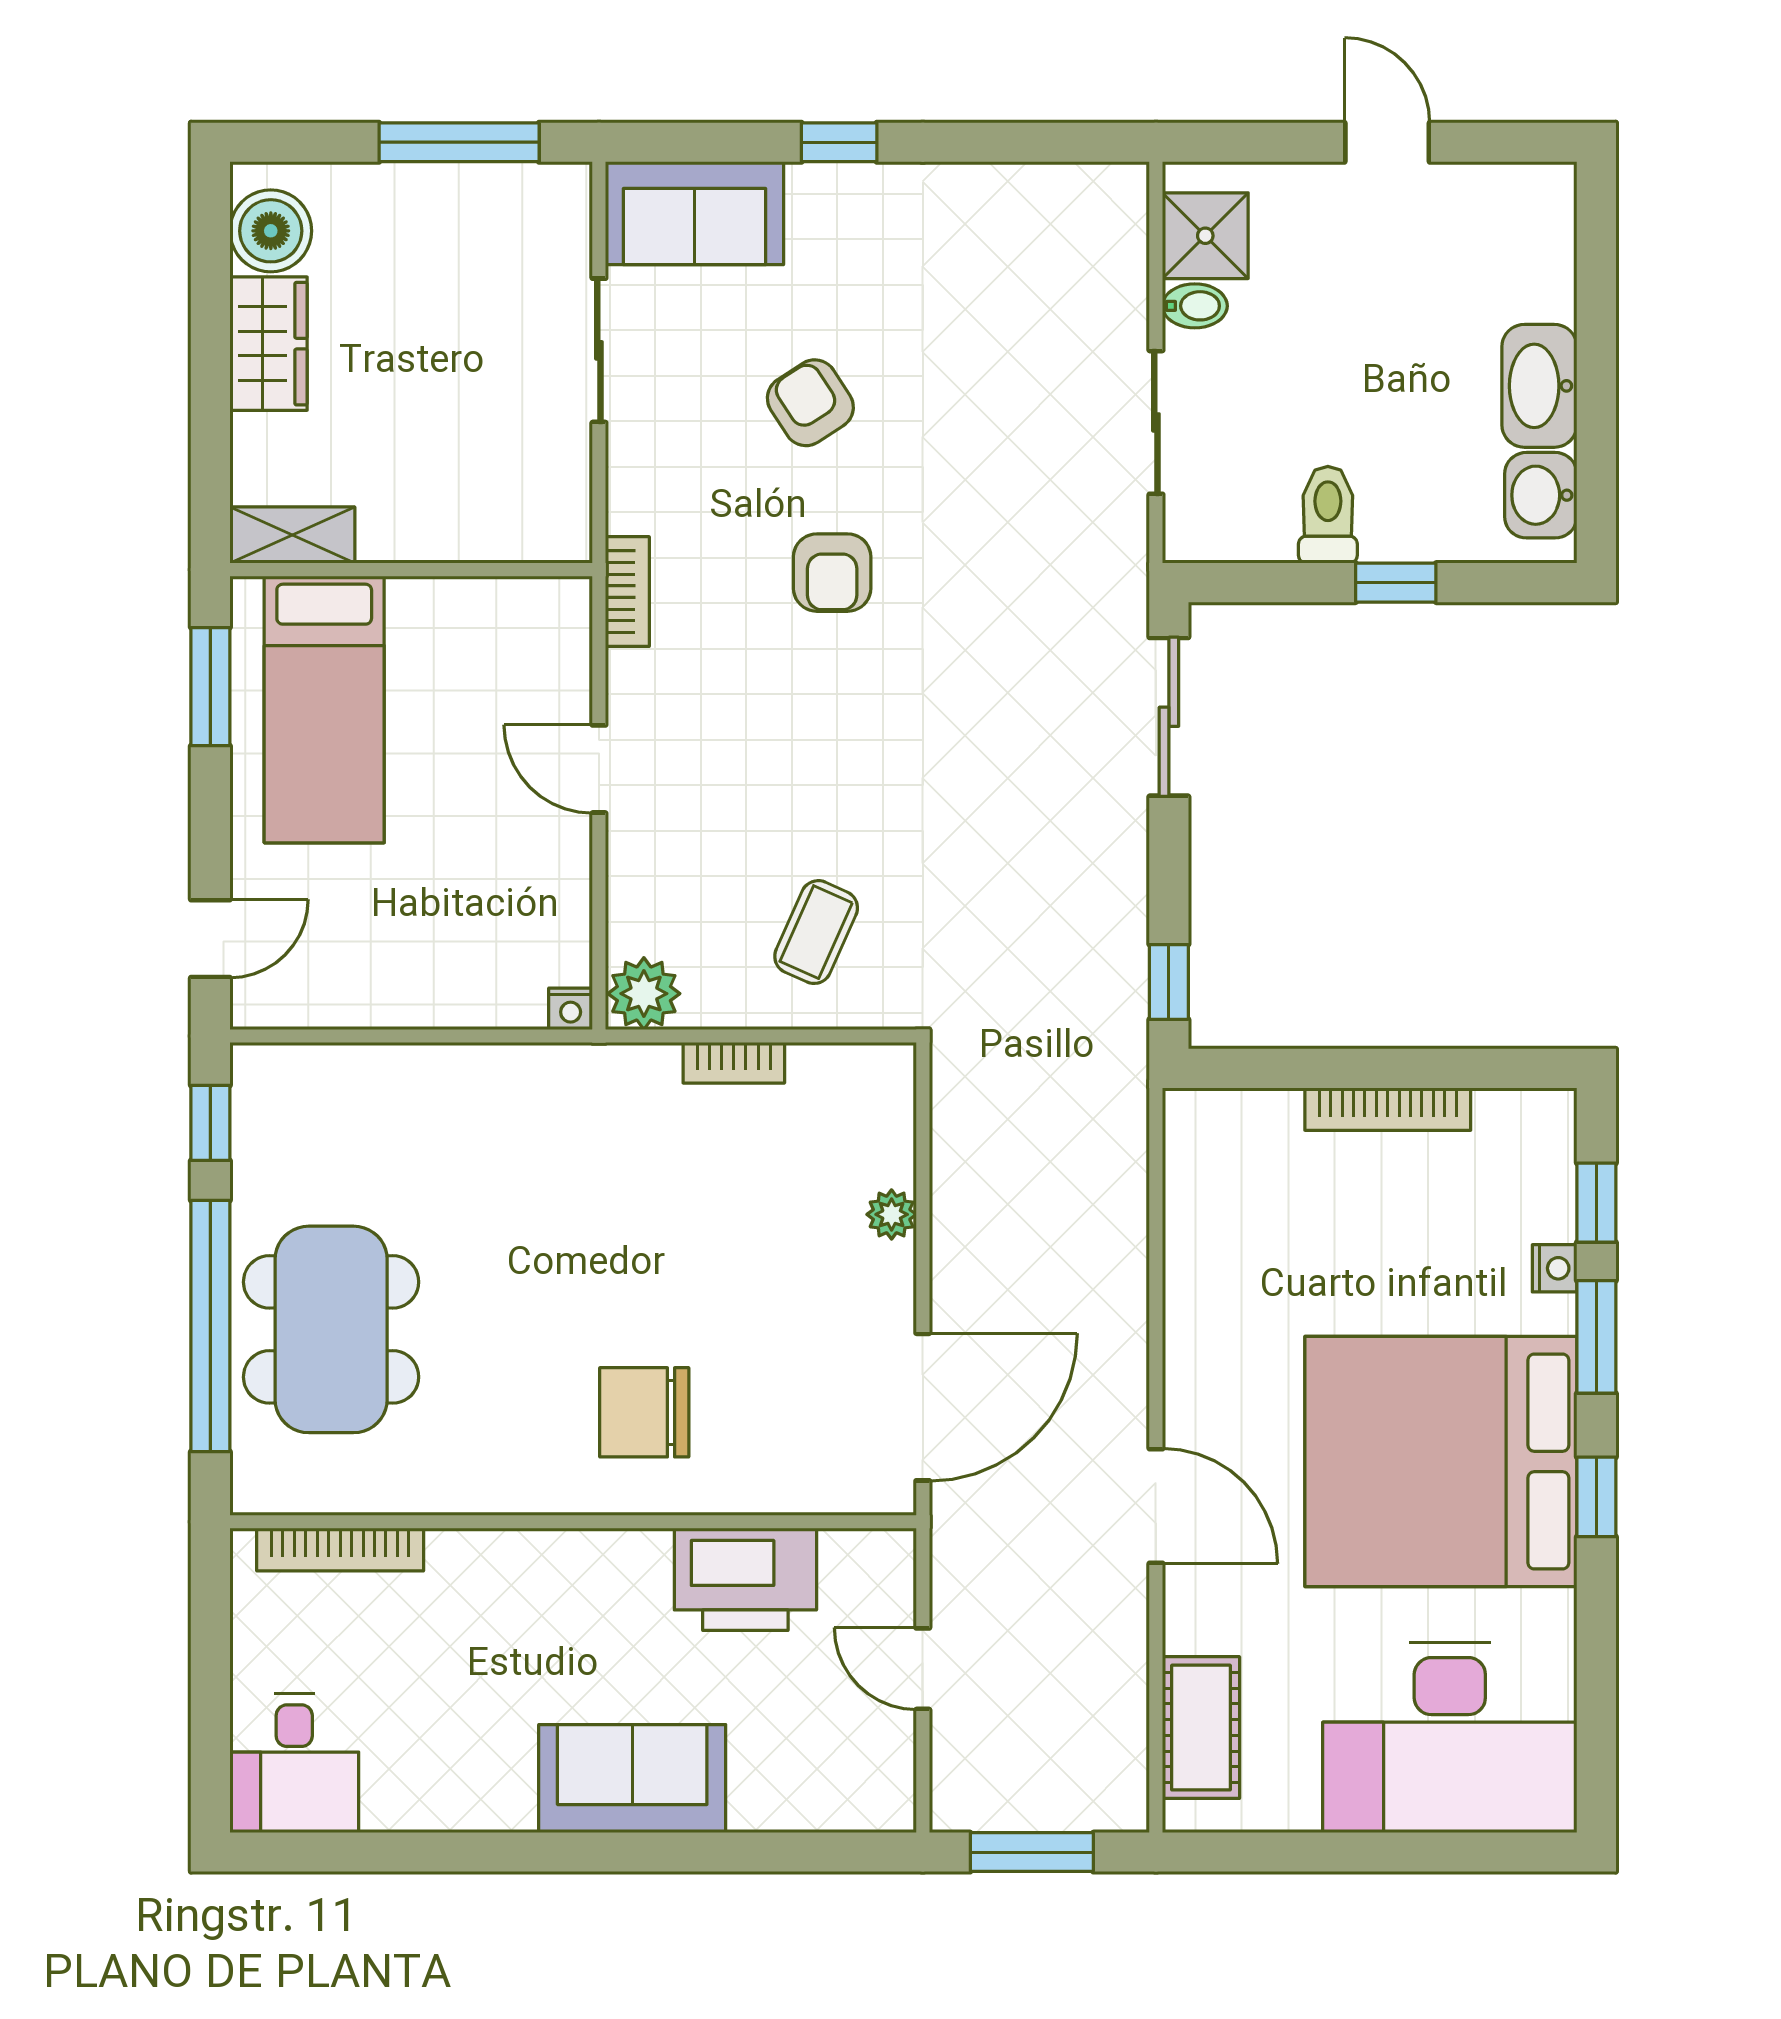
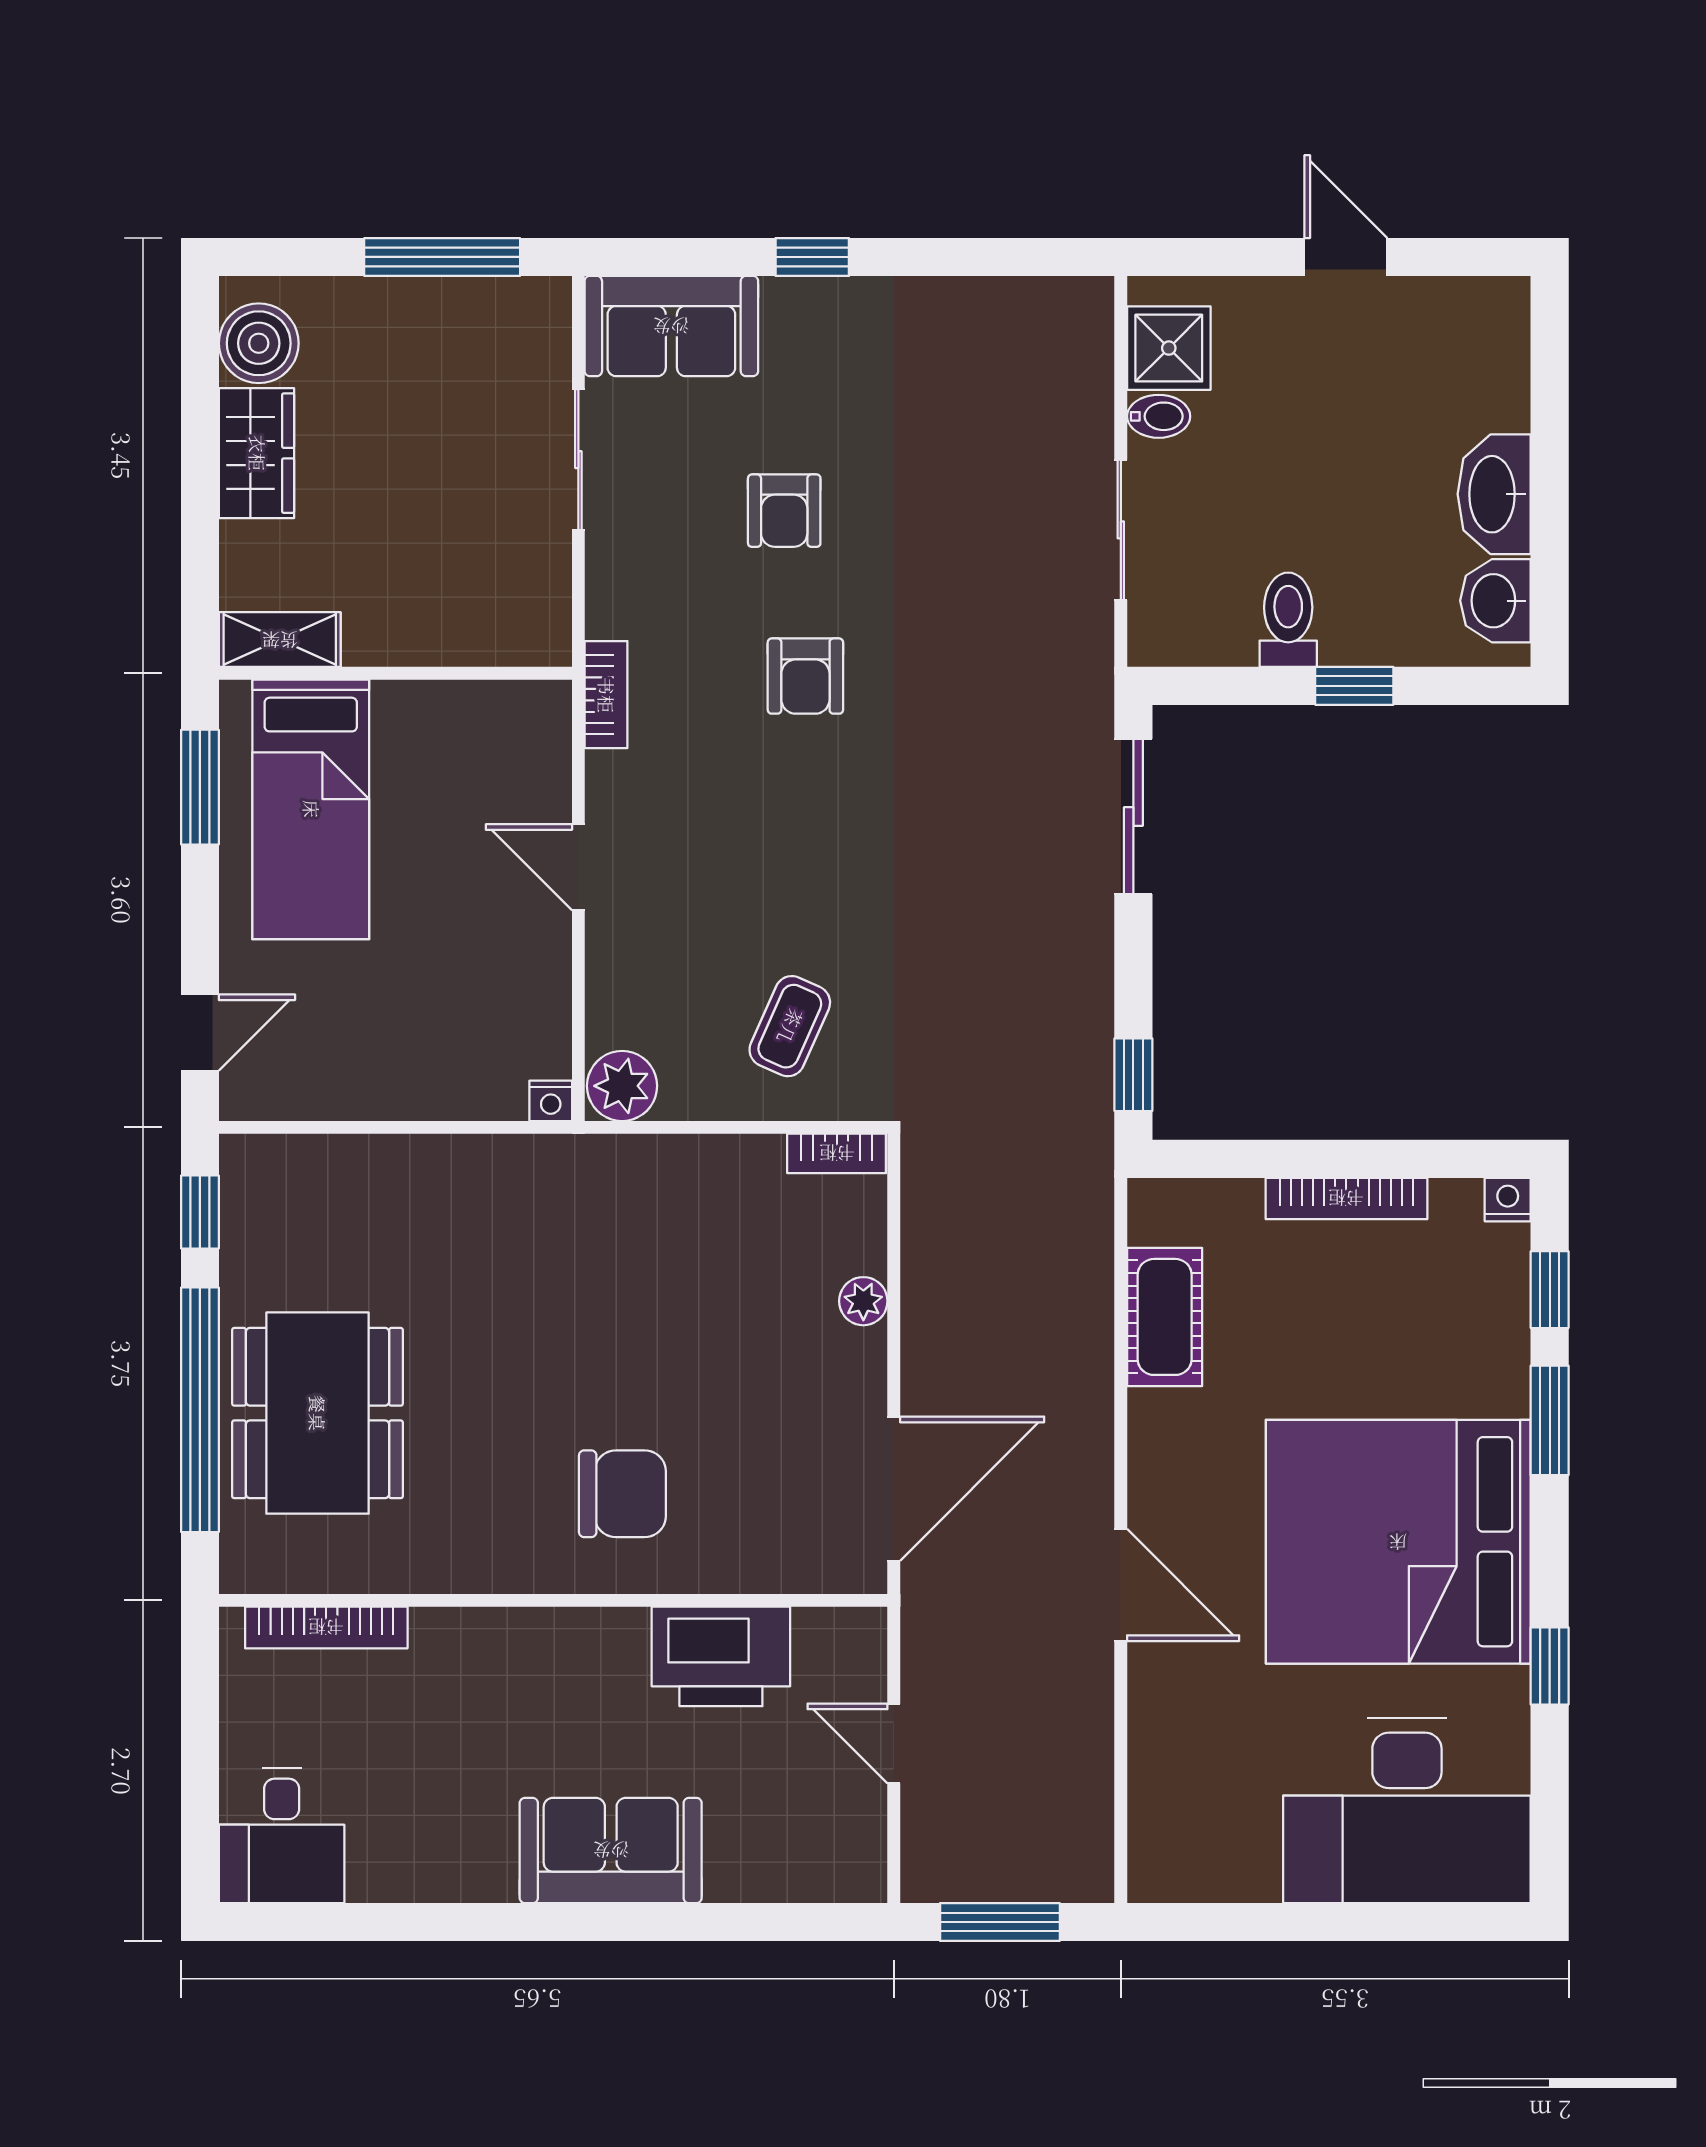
armchair: (810, 403) -> (784, 511), turned -147
bookcase: (734, 1063) -> (837, 1153), moved
nightstand: (1555, 1268) -> (1508, 1200), moved, turned -90
chair: (644, 1412) -> (622, 1494), turned 180
window: (1596, 1497) -> (1550, 1666), moved
cot: (1201, 1728) -> (1165, 1317), moved

